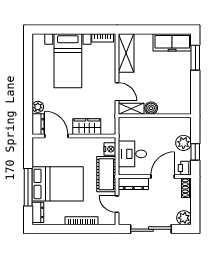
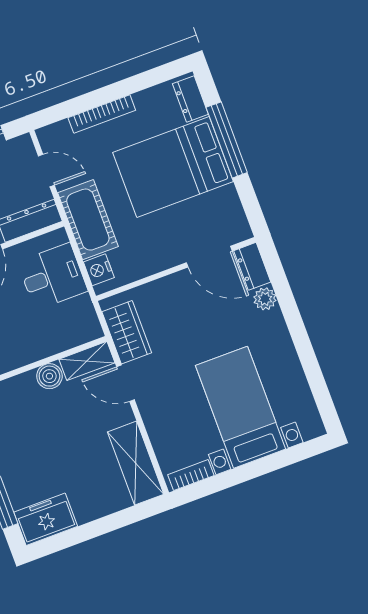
freezer: (172, 42) -> (46, 519), width x0.71
wardrobe: (87, 127) -> (127, 332), moved, turned -90

